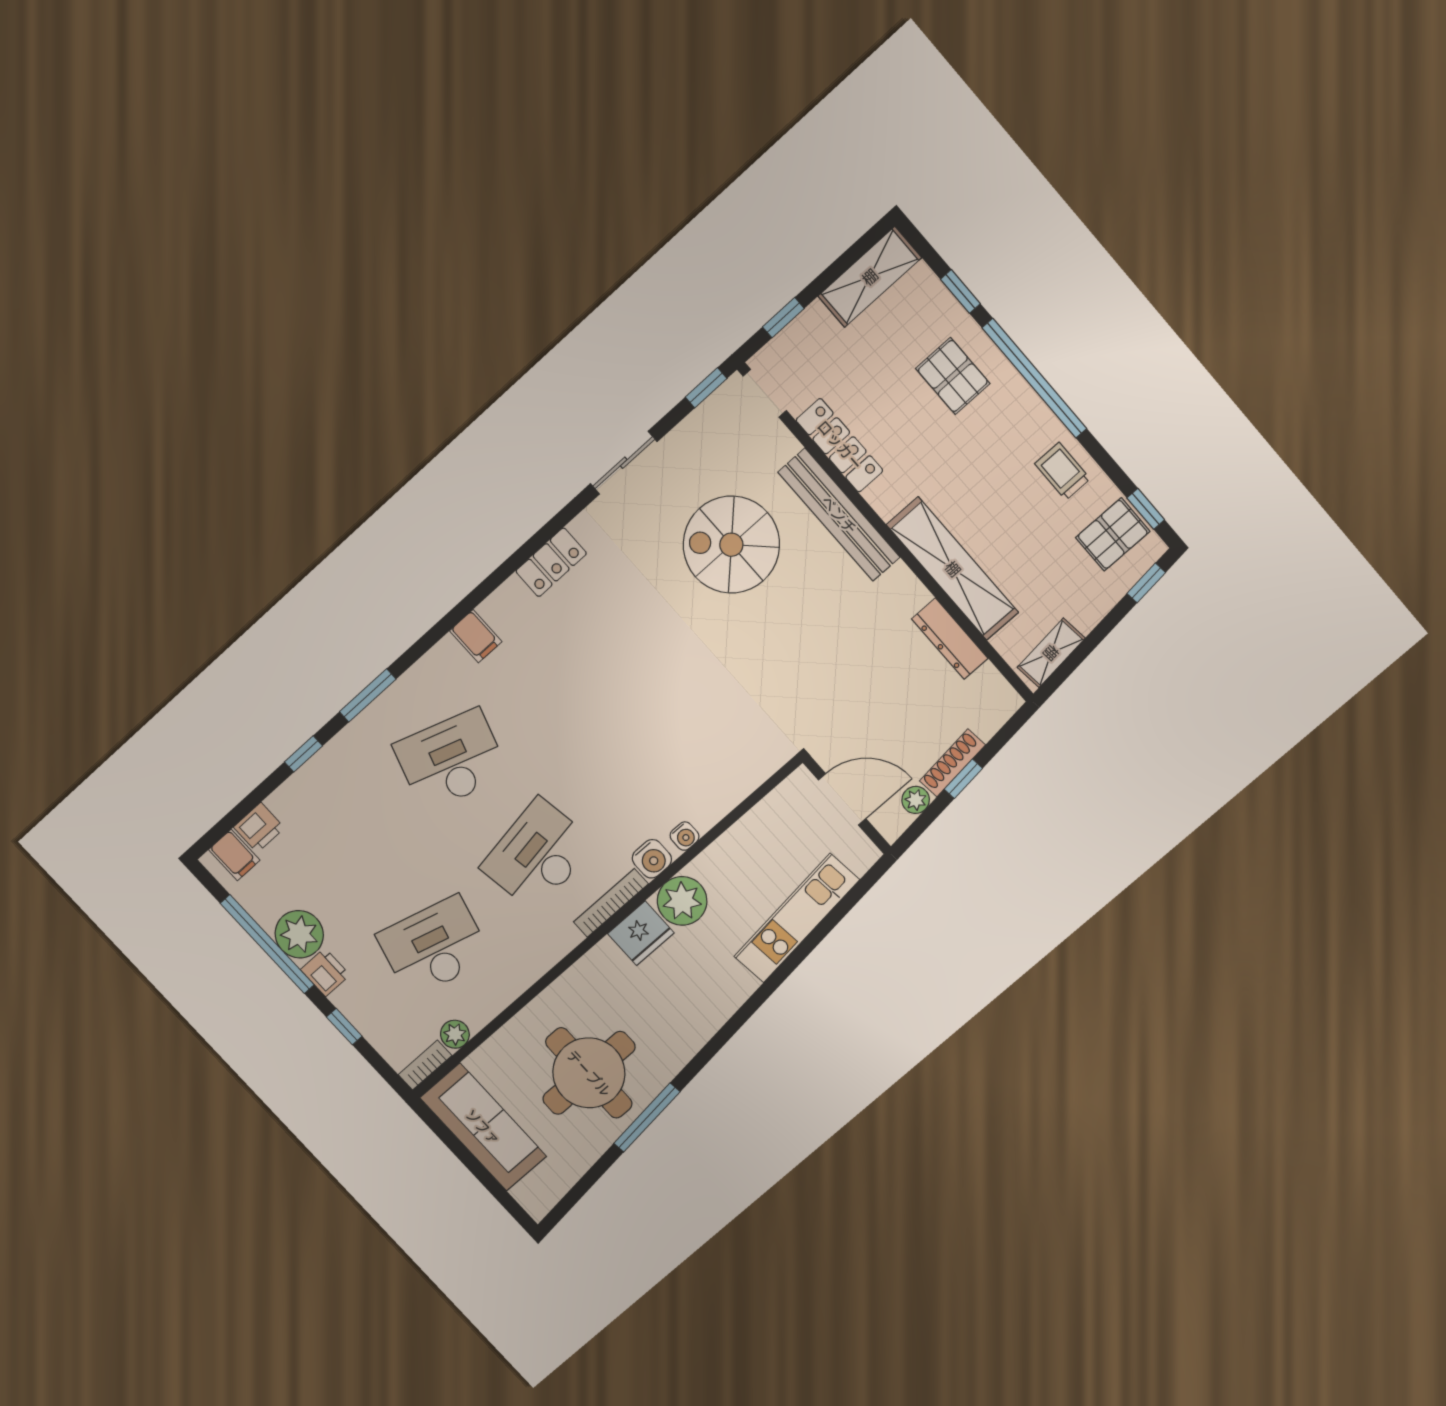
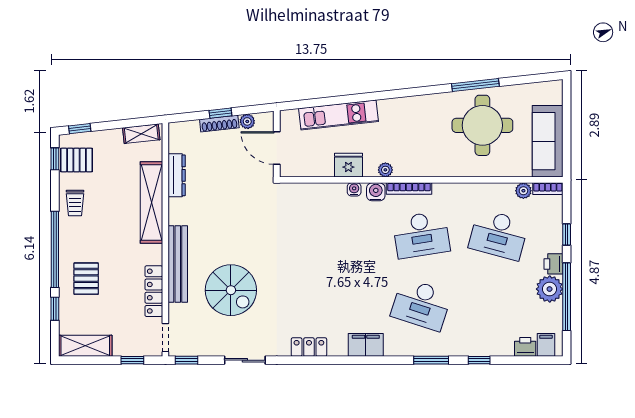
filing cabinet: (476, 636) -> (366, 345), width x2.00
plant: (682, 901) -> (385, 170), width x0.53, depth x0.53
fridge: (641, 933) -> (348, 165), moved

